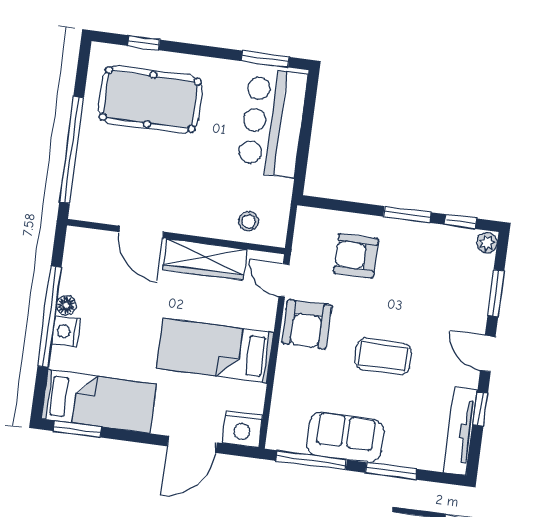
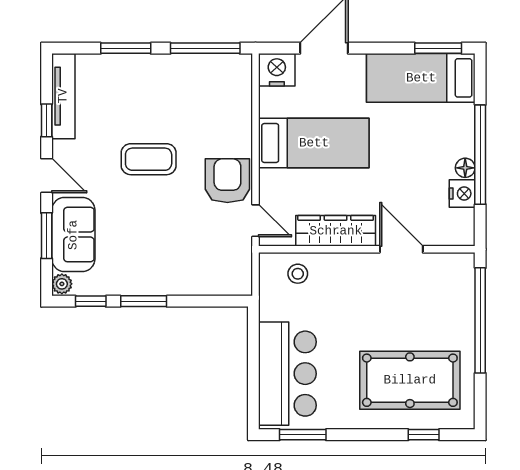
armchair: (356, 256) -> (188, 254), removed
nightstand: (66, 332) -> (462, 194), moved
sofa: (345, 437) -> (73, 235), moved, turned -90

